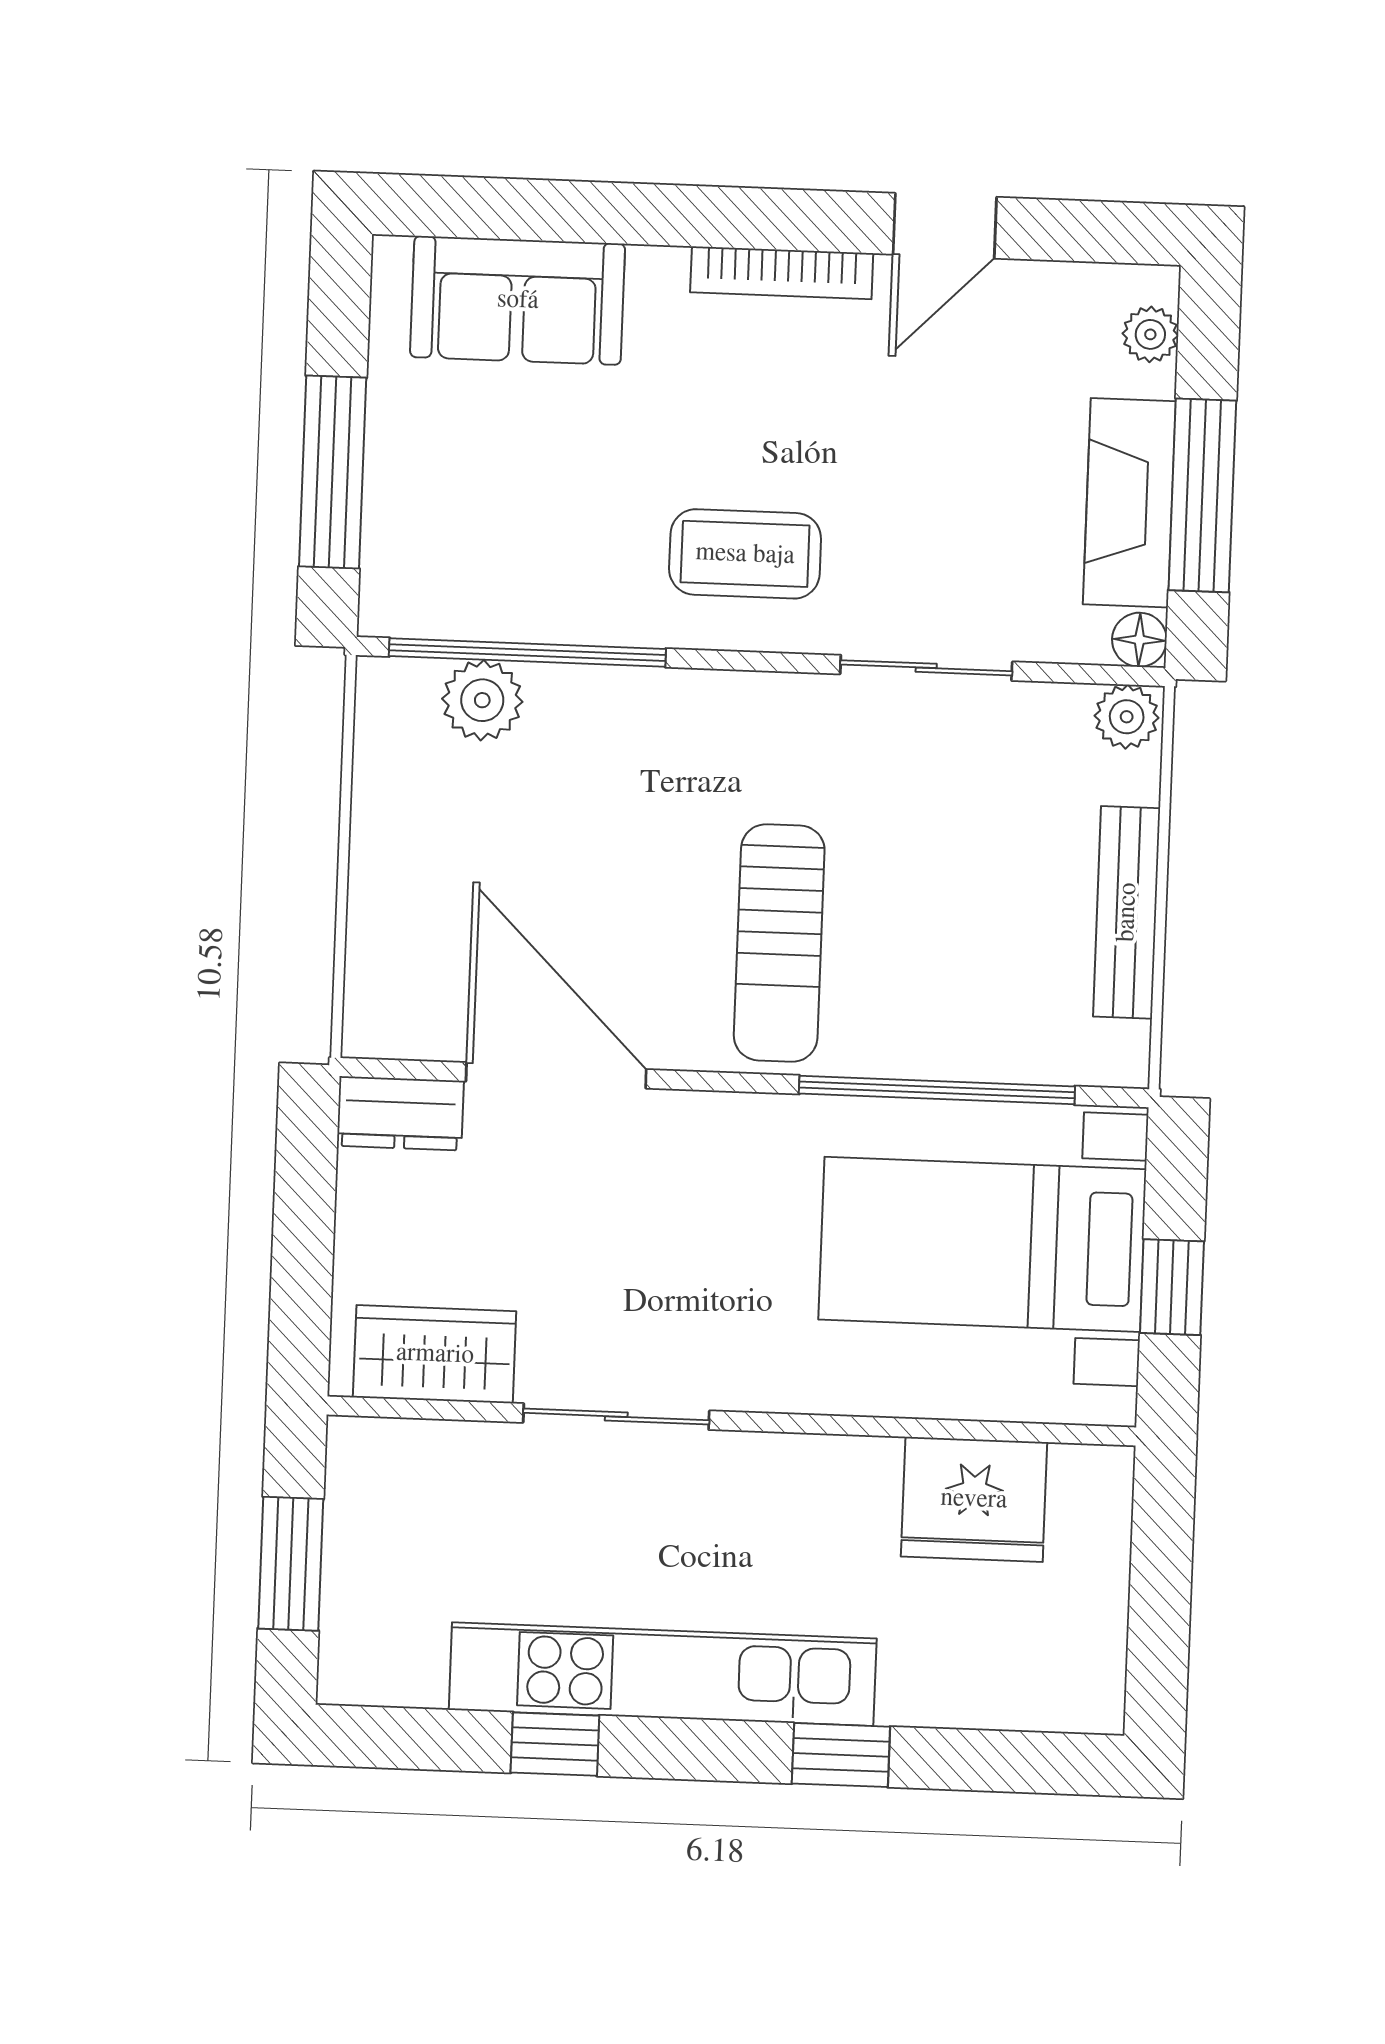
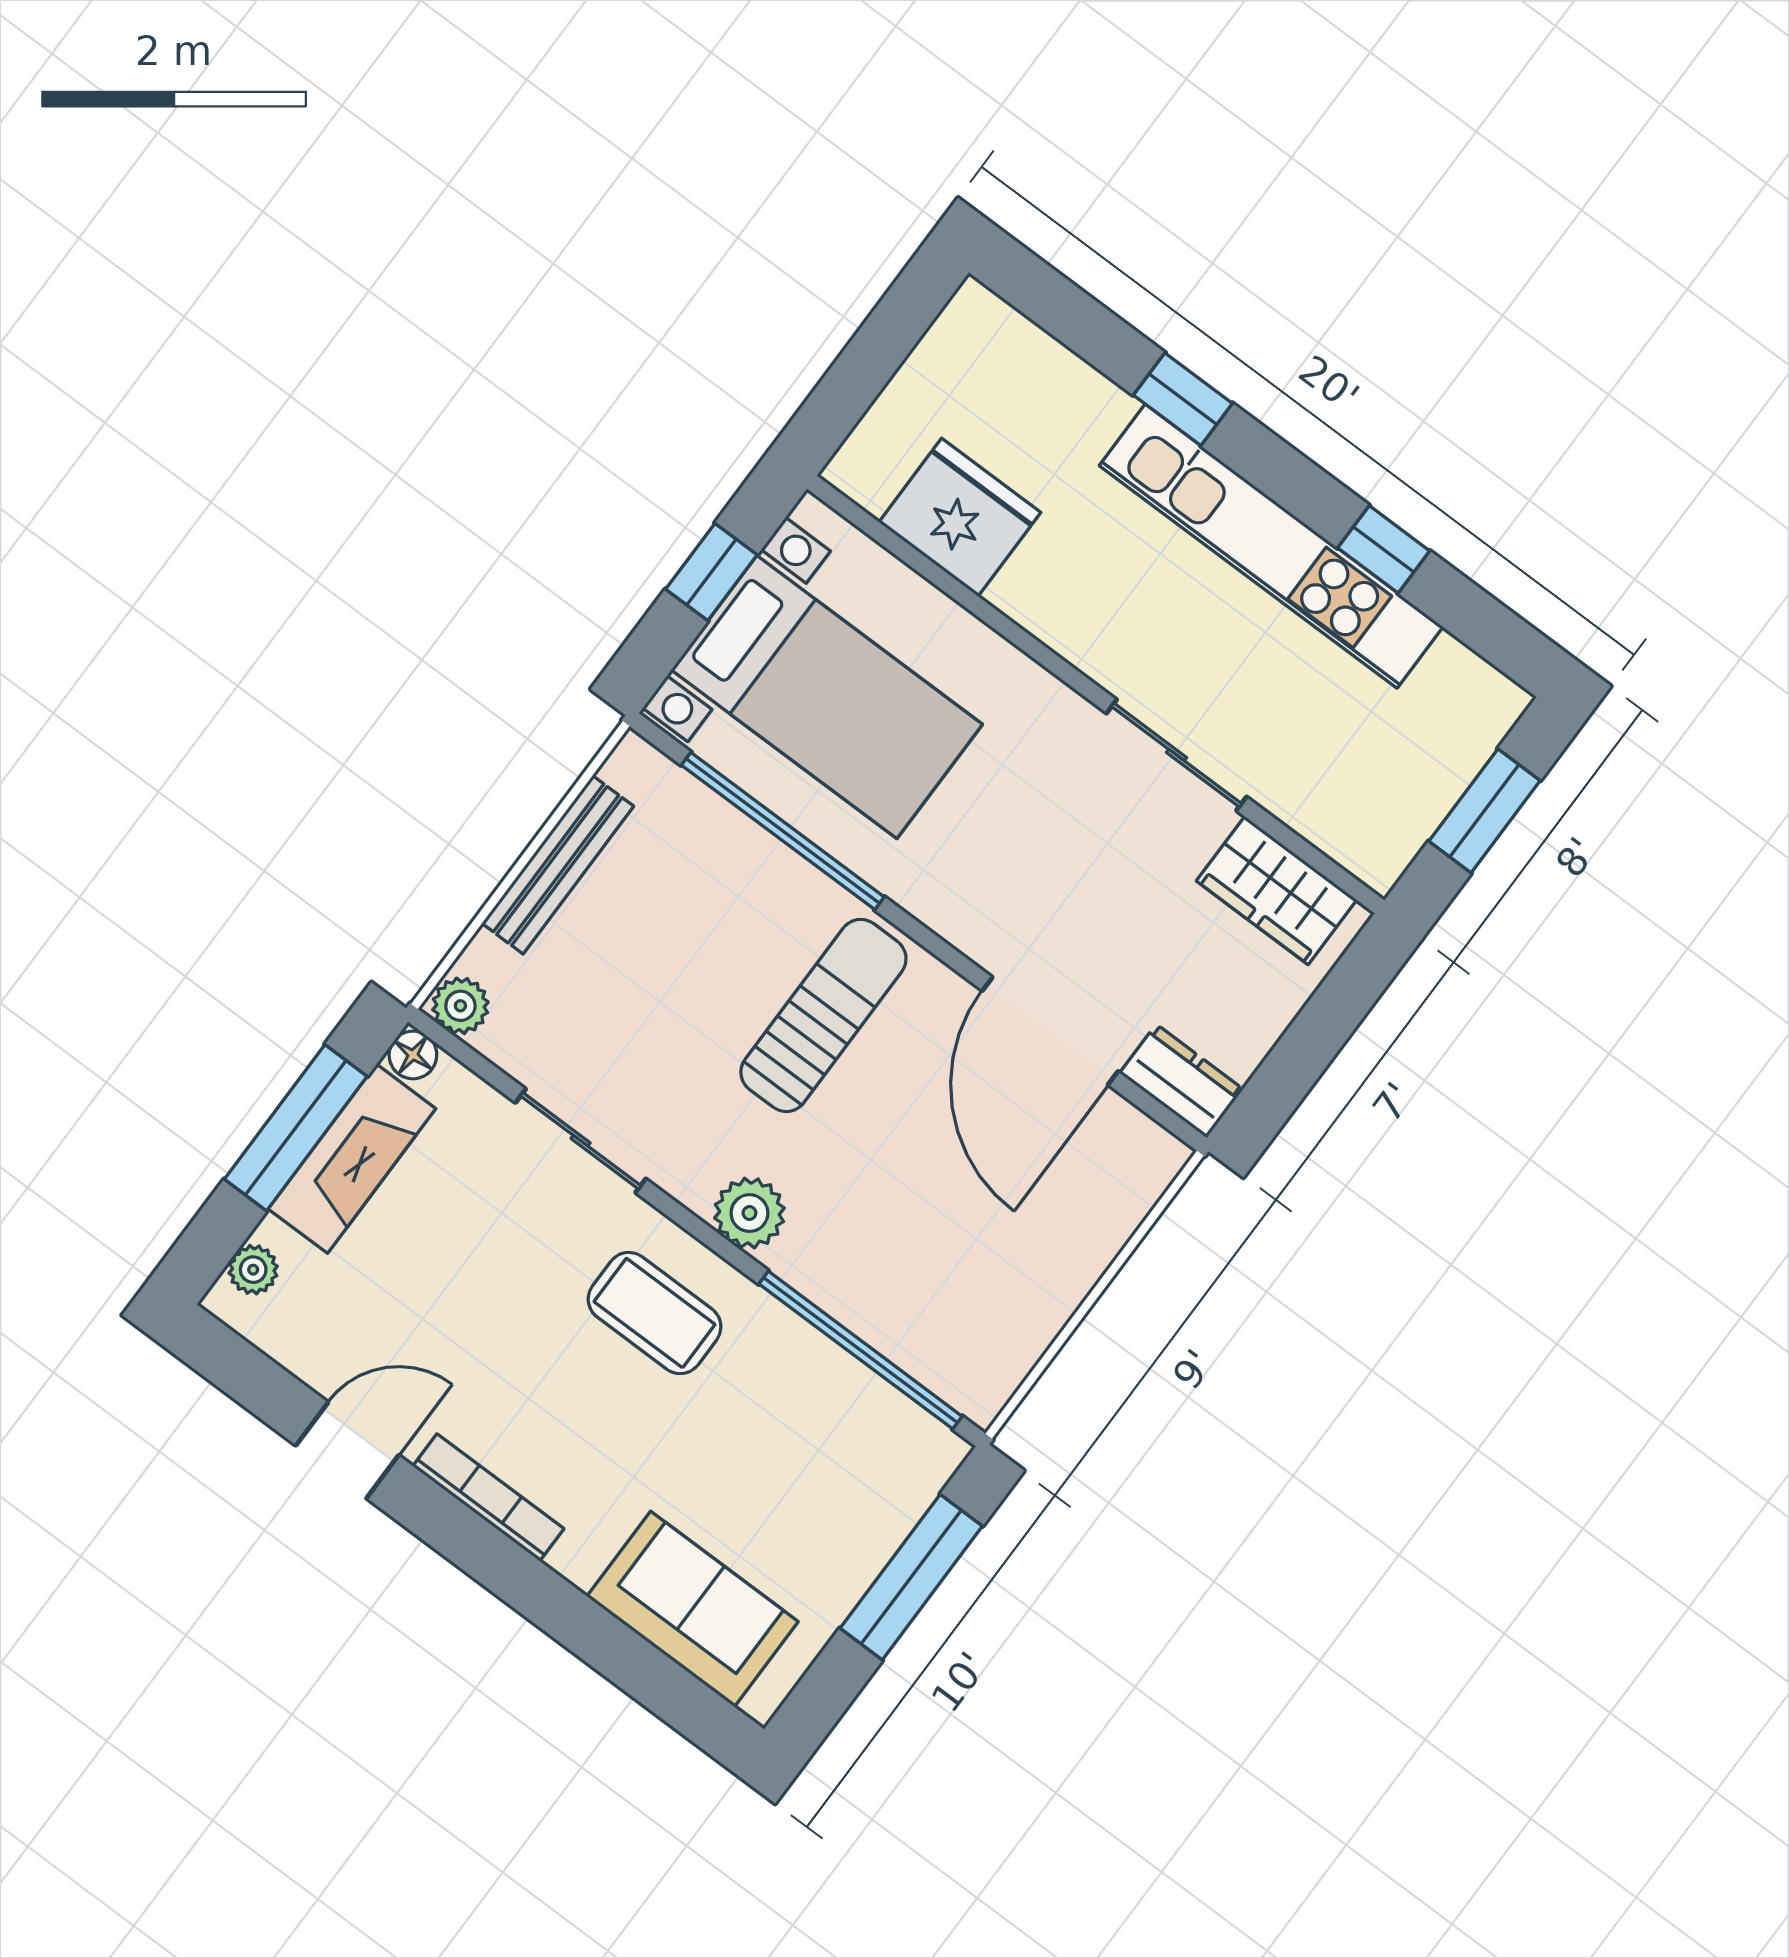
plant: (482, 700) -> (749, 1213), moved

